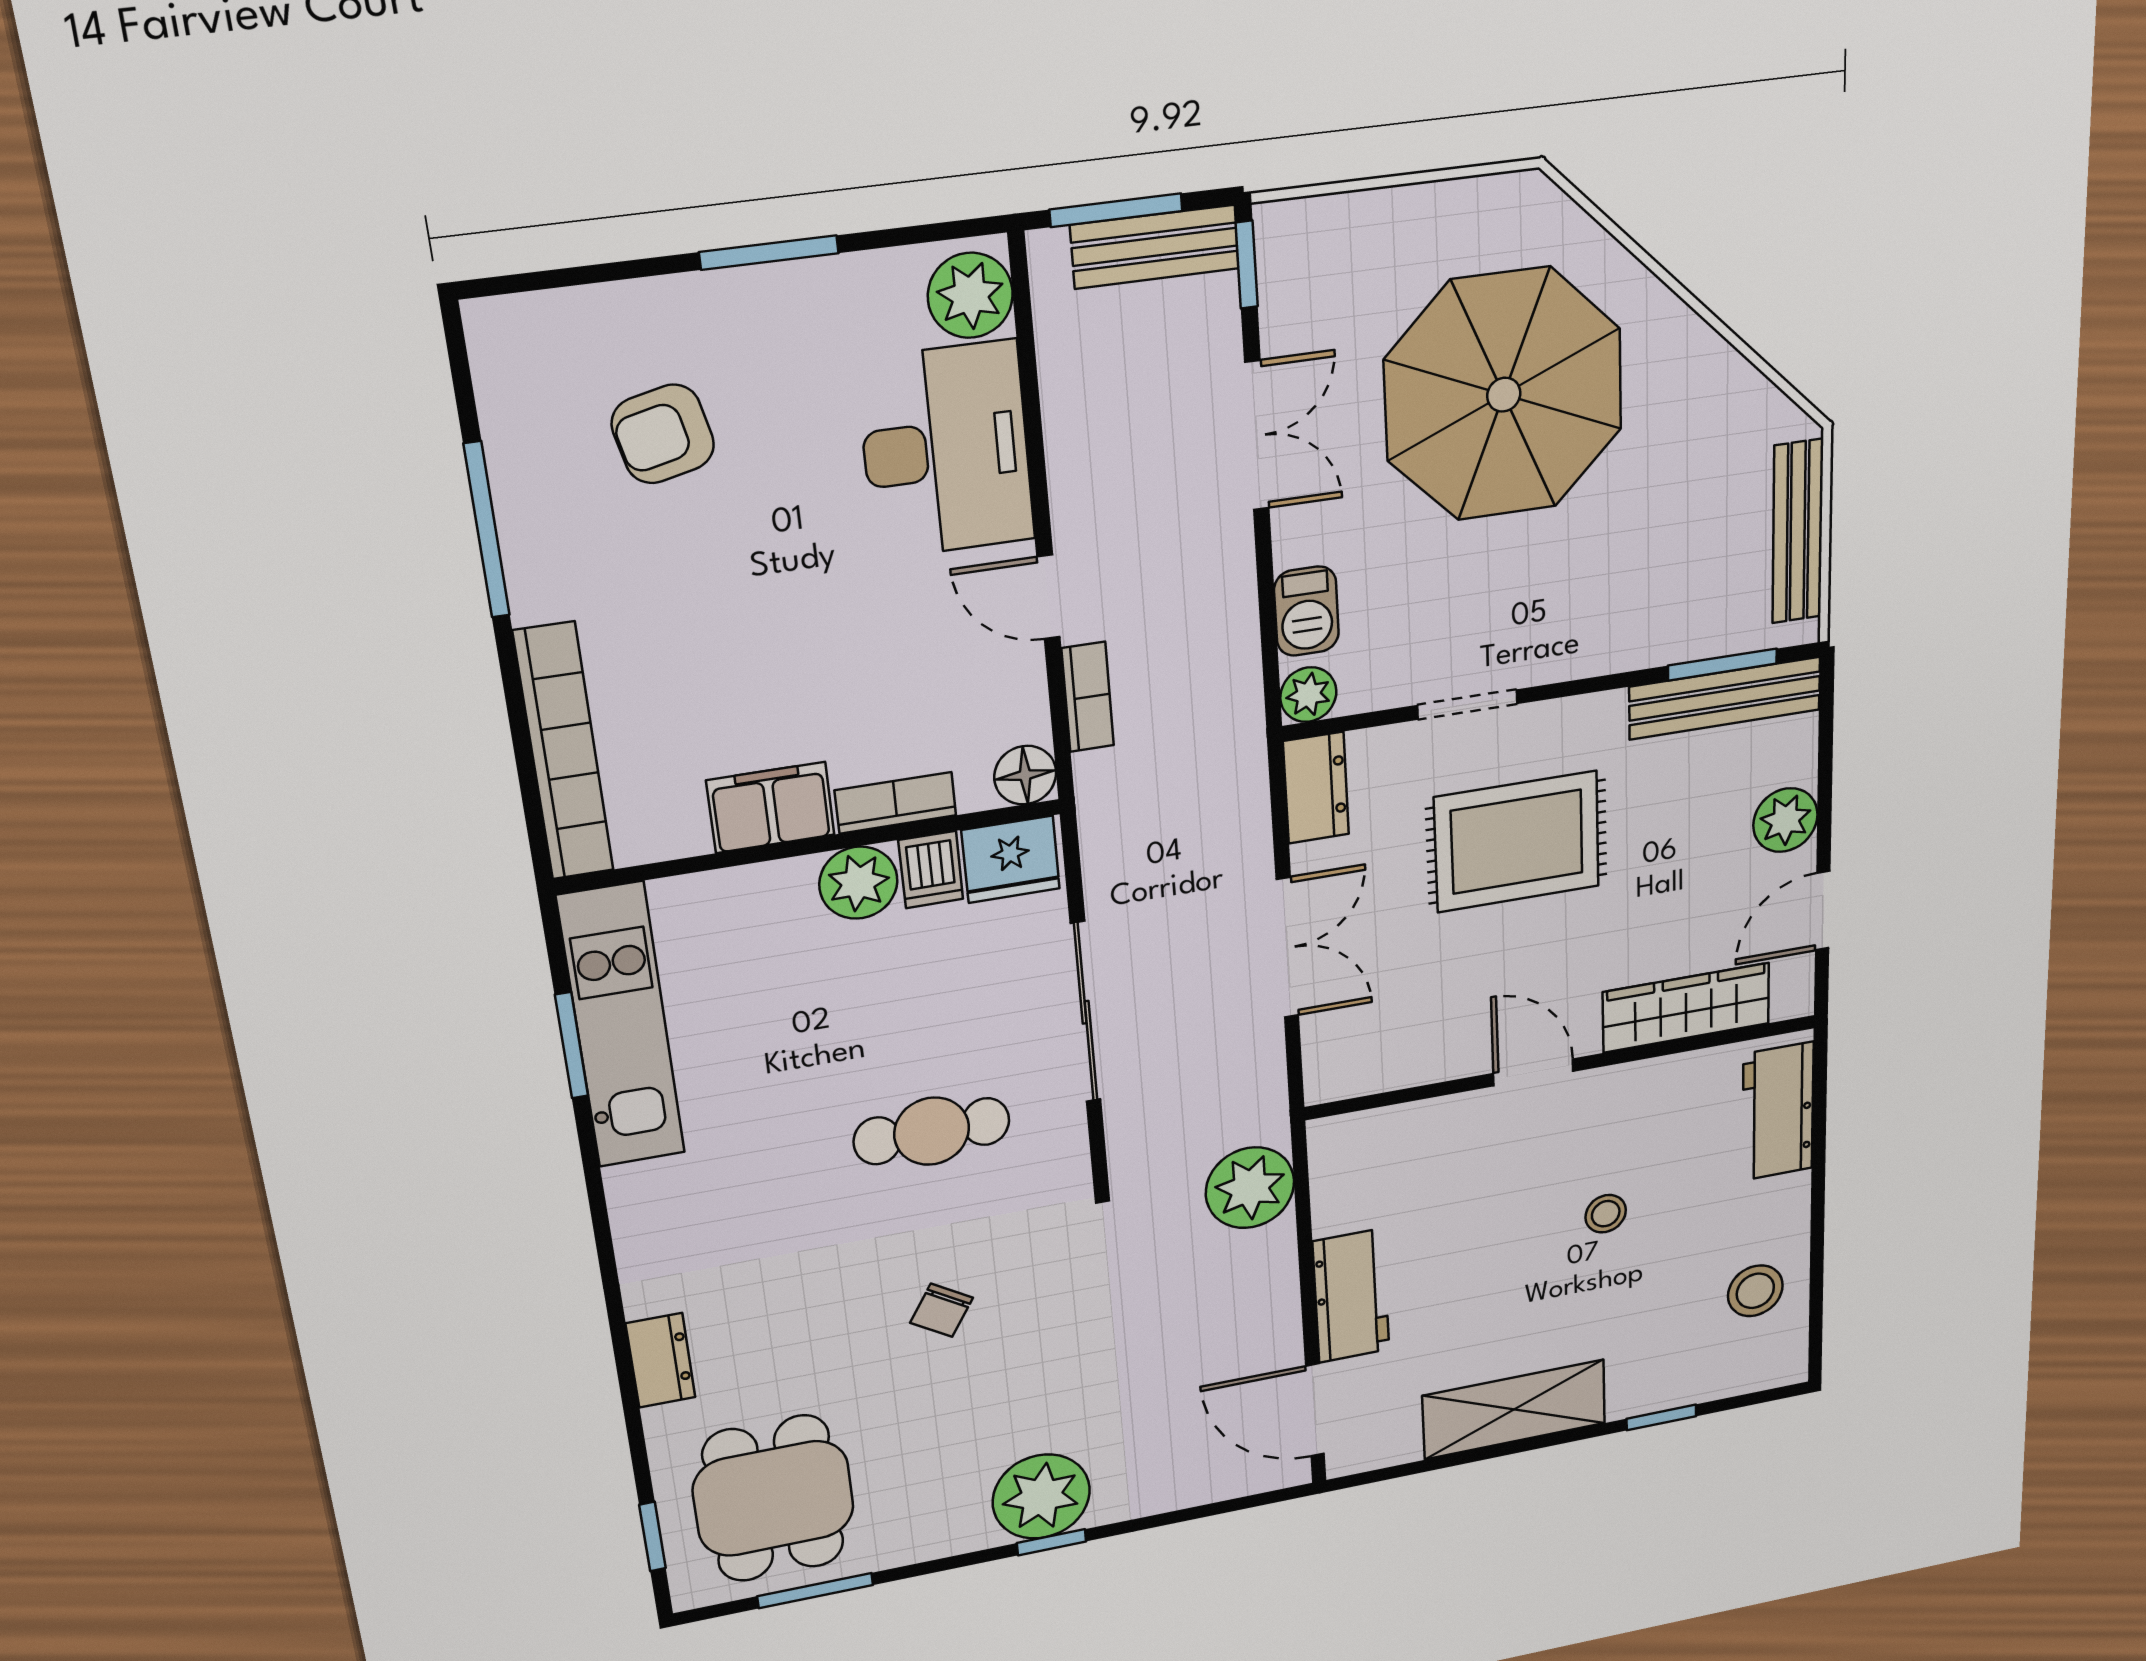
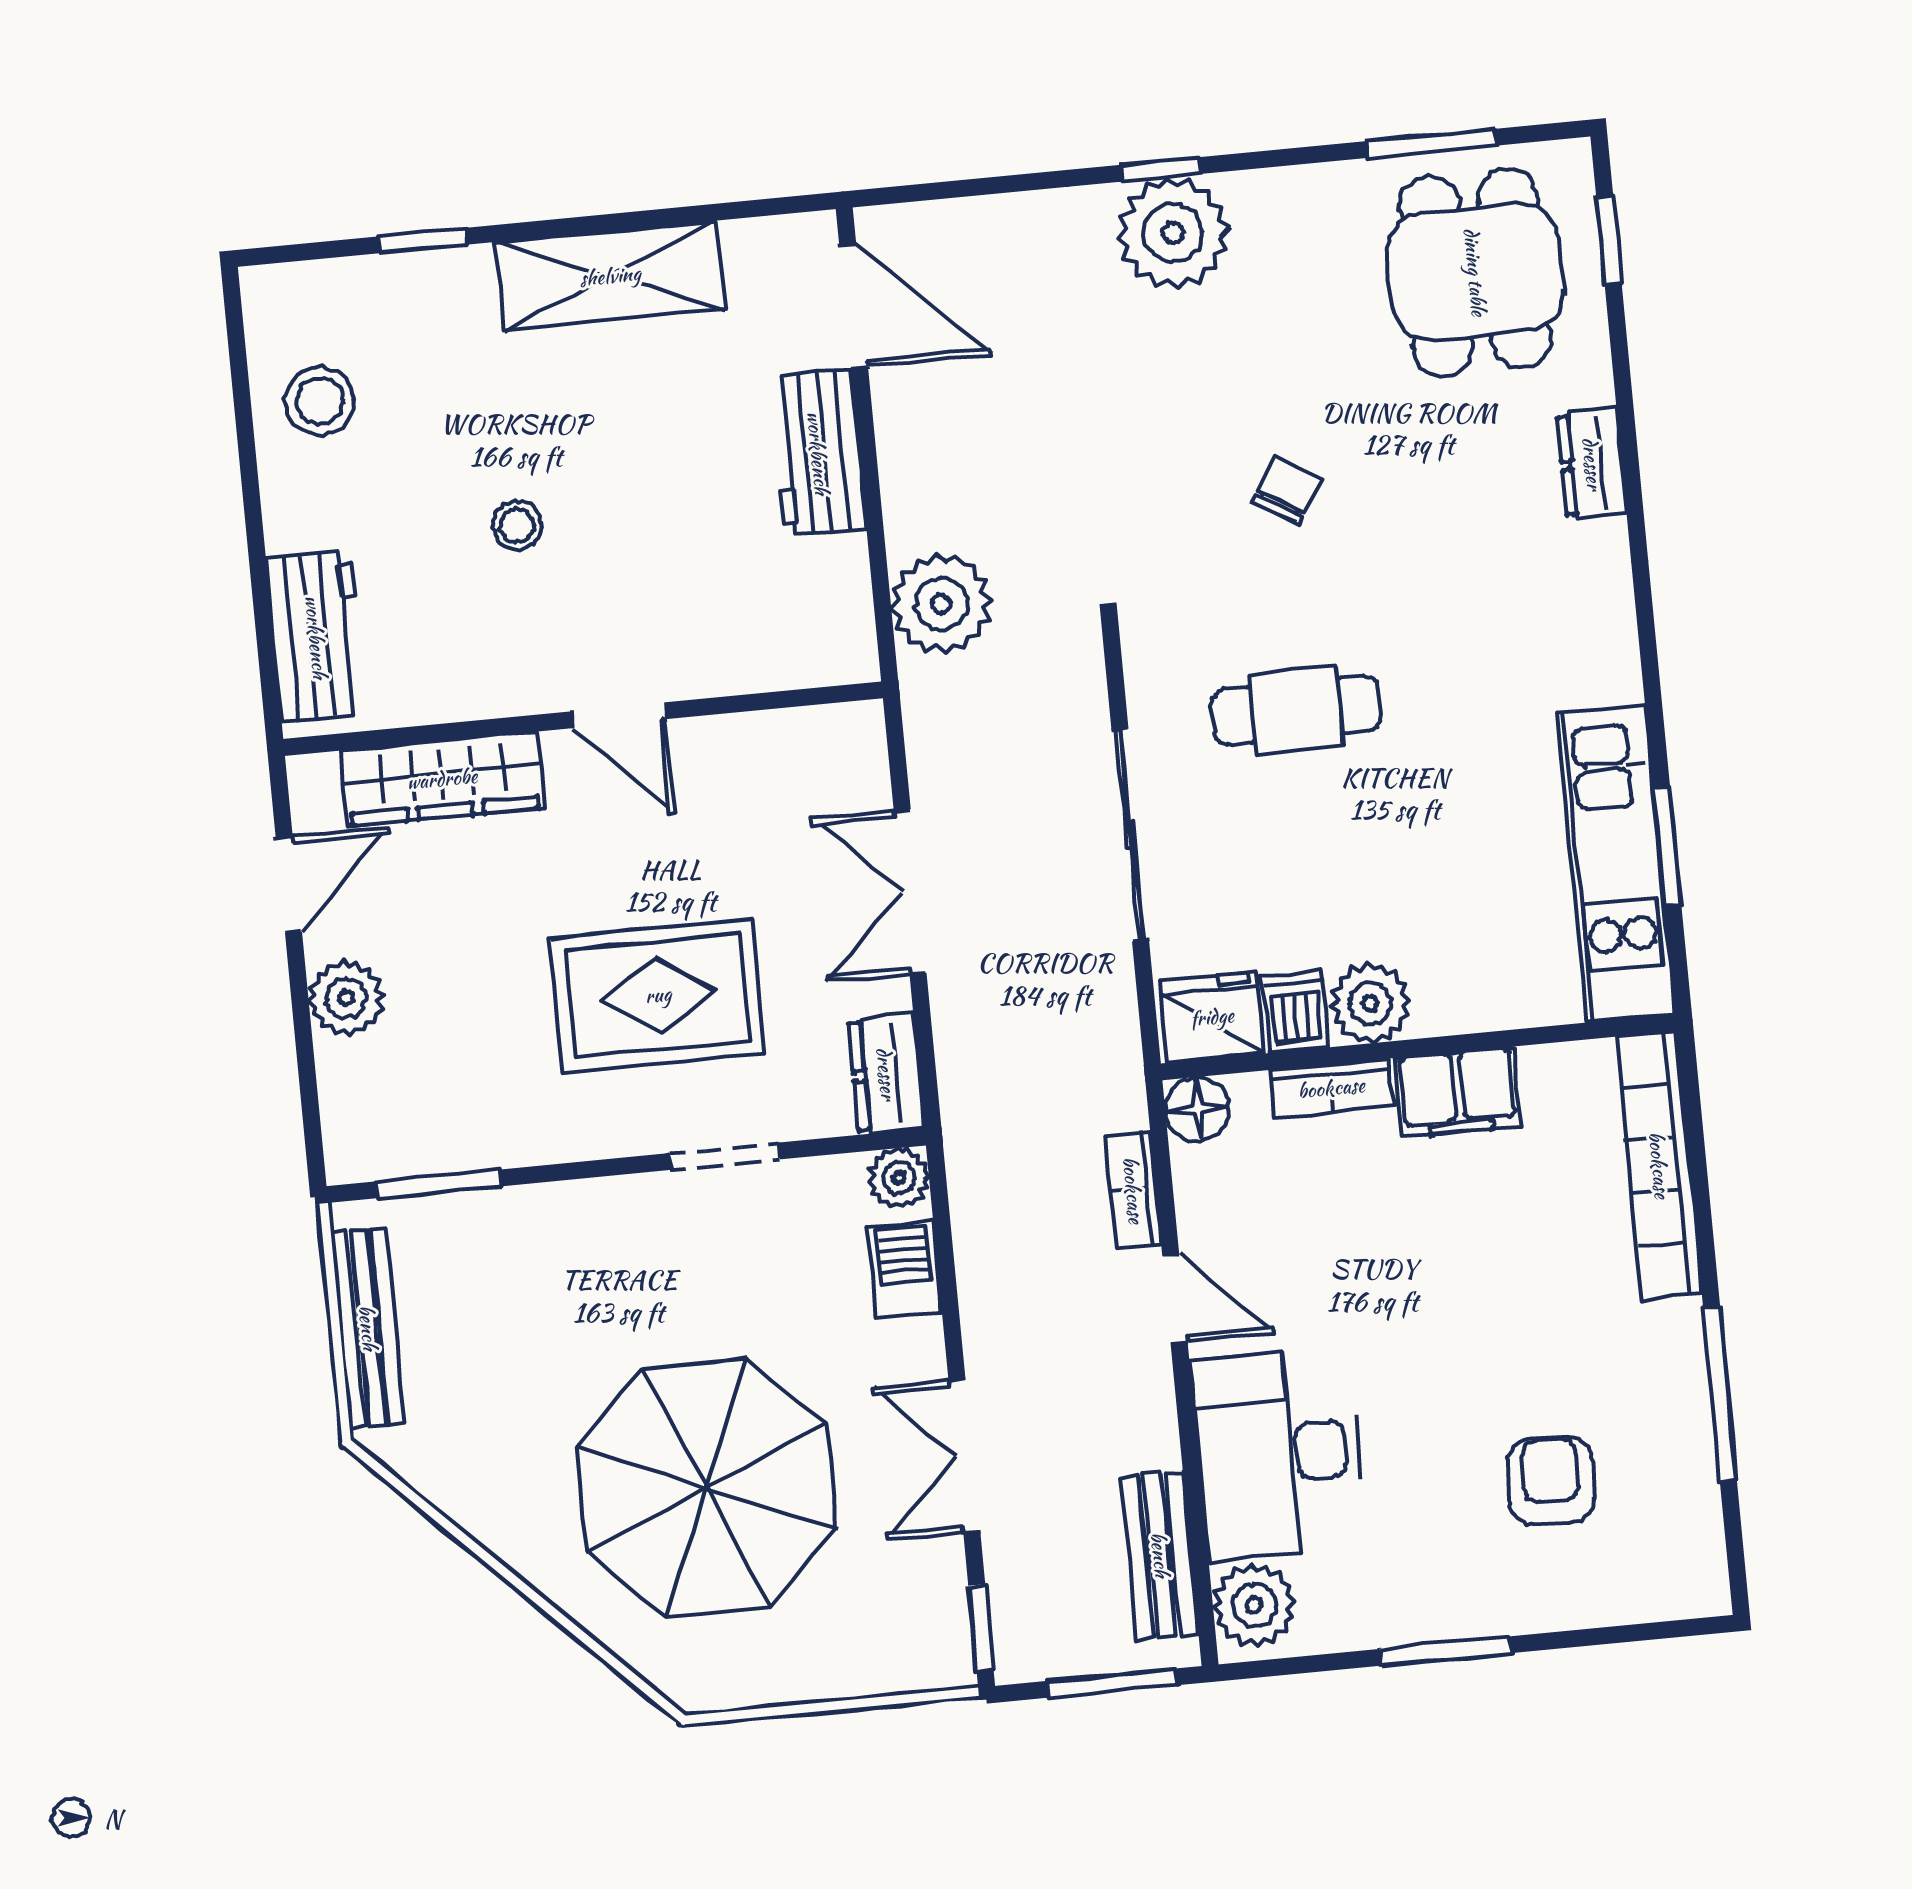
bench: (1155, 247) -> (1160, 1555), moved, turned 90
armchair: (663, 434) -> (1551, 1481), turned -74
bench: (1725, 698) -> (432, 1145), removed

